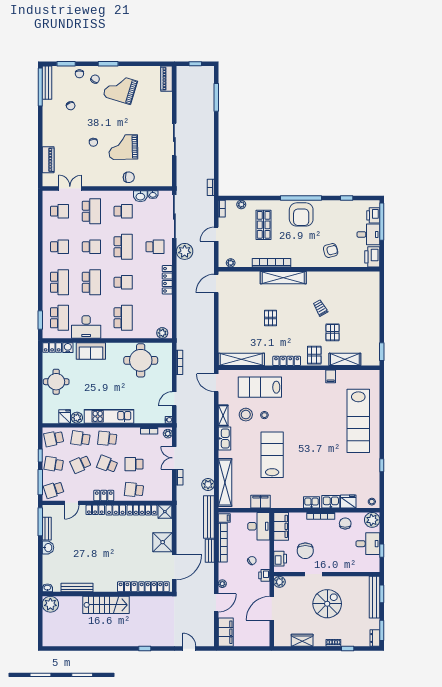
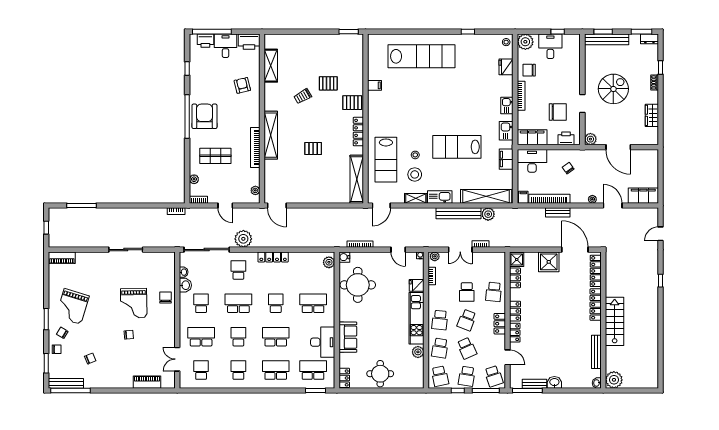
armchair: (301, 214) -> (204, 116), turned -90
water cooler: (68, 348) -> (344, 257), moved
shelving: (345, 359) -> (271, 66), moved
fridge: (65, 416) -> (417, 285), moved
kitchen sink: (331, 502) -> (506, 131), moved
locker: (142, 510) -> (515, 278), width x0.66
bench: (209, 517) -> (458, 213), moved
printer: (264, 575) -> (584, 155), removed
locker: (127, 587) -> (596, 305), width x1.53
spiral stairs: (327, 604) -> (613, 89), turned 90

